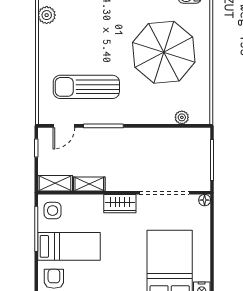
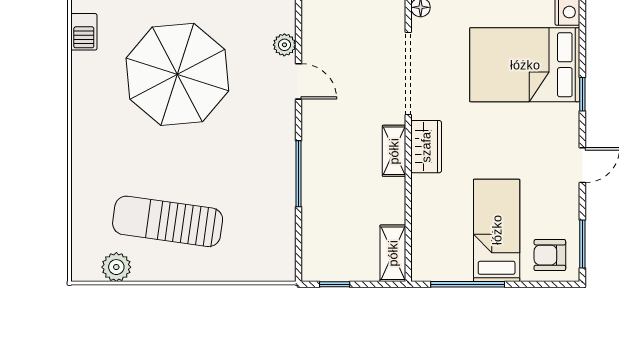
sun lounger: (86, 87) -> (168, 221), moved, turned 98
door: (64, 126) -> (298, 81), moved
shelving: (89, 184) -> (394, 151), moved
side table: (53, 211) -> (438, 257), removed

